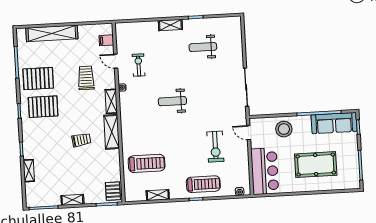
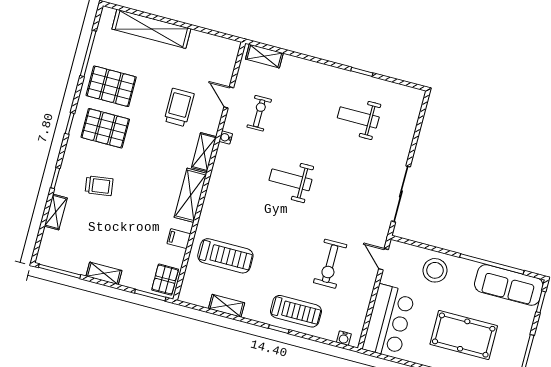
shelving: (170, 25) -> (264, 56), moved
filing cabinet: (106, 40) -> (179, 239), moved
trolley: (81, 140) -> (99, 186), moved

